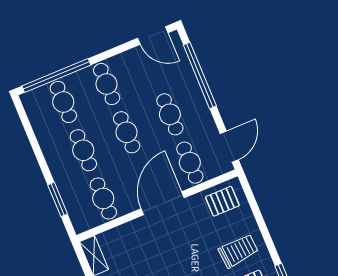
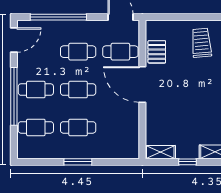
window: (56, 75) -> (14, 96), moved
cafe table: (103, 198) -> (120, 127), removed
window: (58, 199) -> (78, 162), moved
pallet: (222, 201) -> (157, 52), moved

